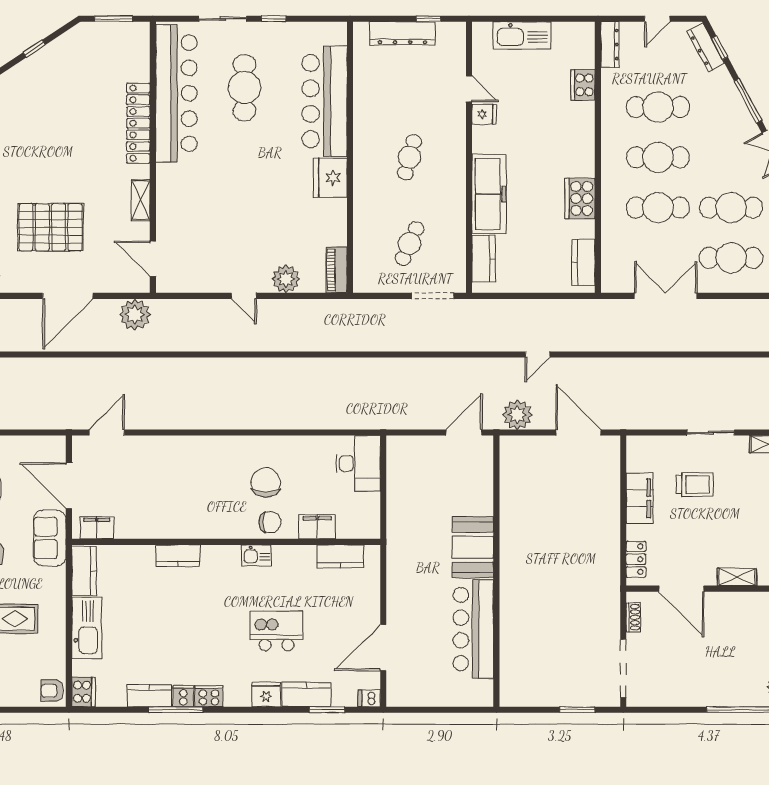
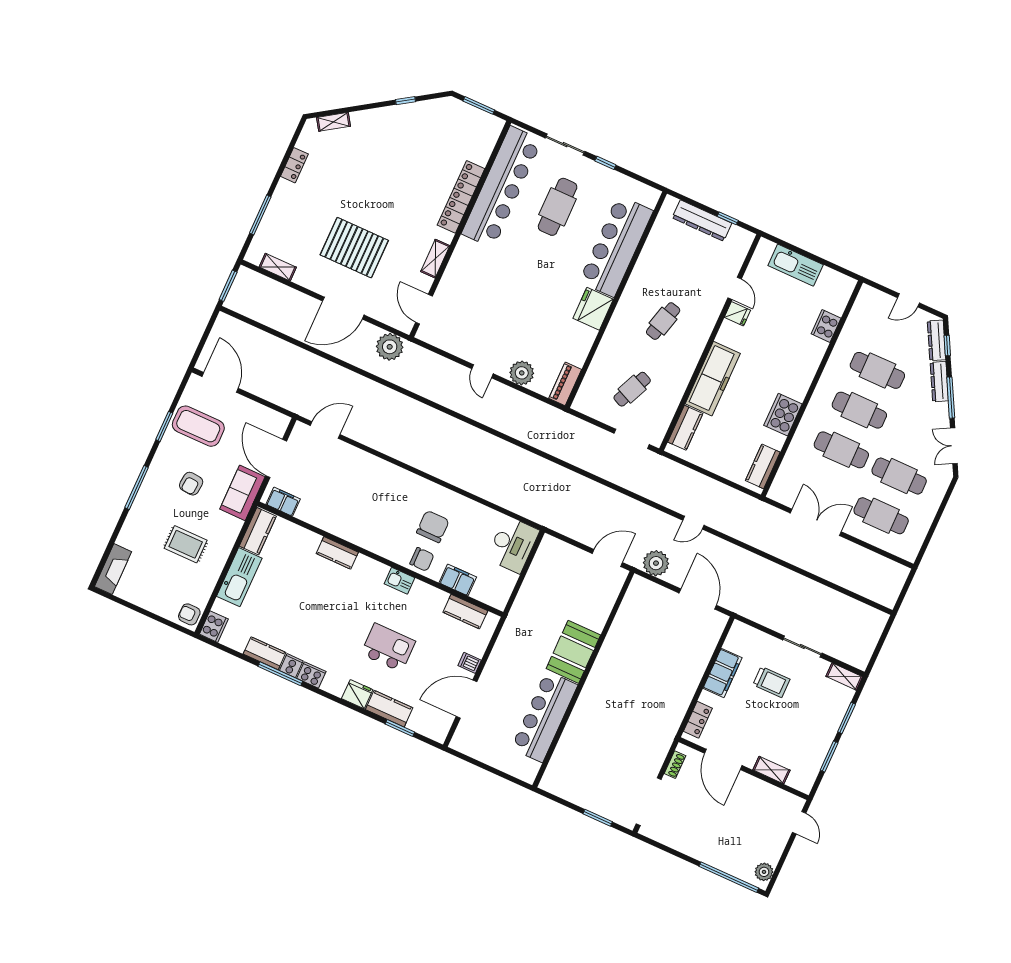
dresser: (610, 45) -> (939, 382), moved, turned 152
dishwasher: (369, 698) -> (470, 663), moved

